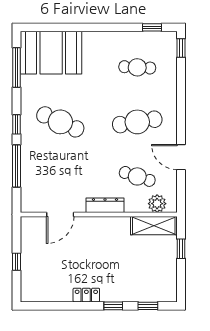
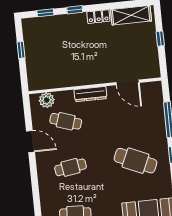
cafe table: (137, 122) -> (70, 167), width x0.73, depth x0.74
door: (60, 214) -> (128, 82), swing flipped
shelving: (154, 226) -> (131, 15), moved
window: (181, 249) -> (21, 50), moved

